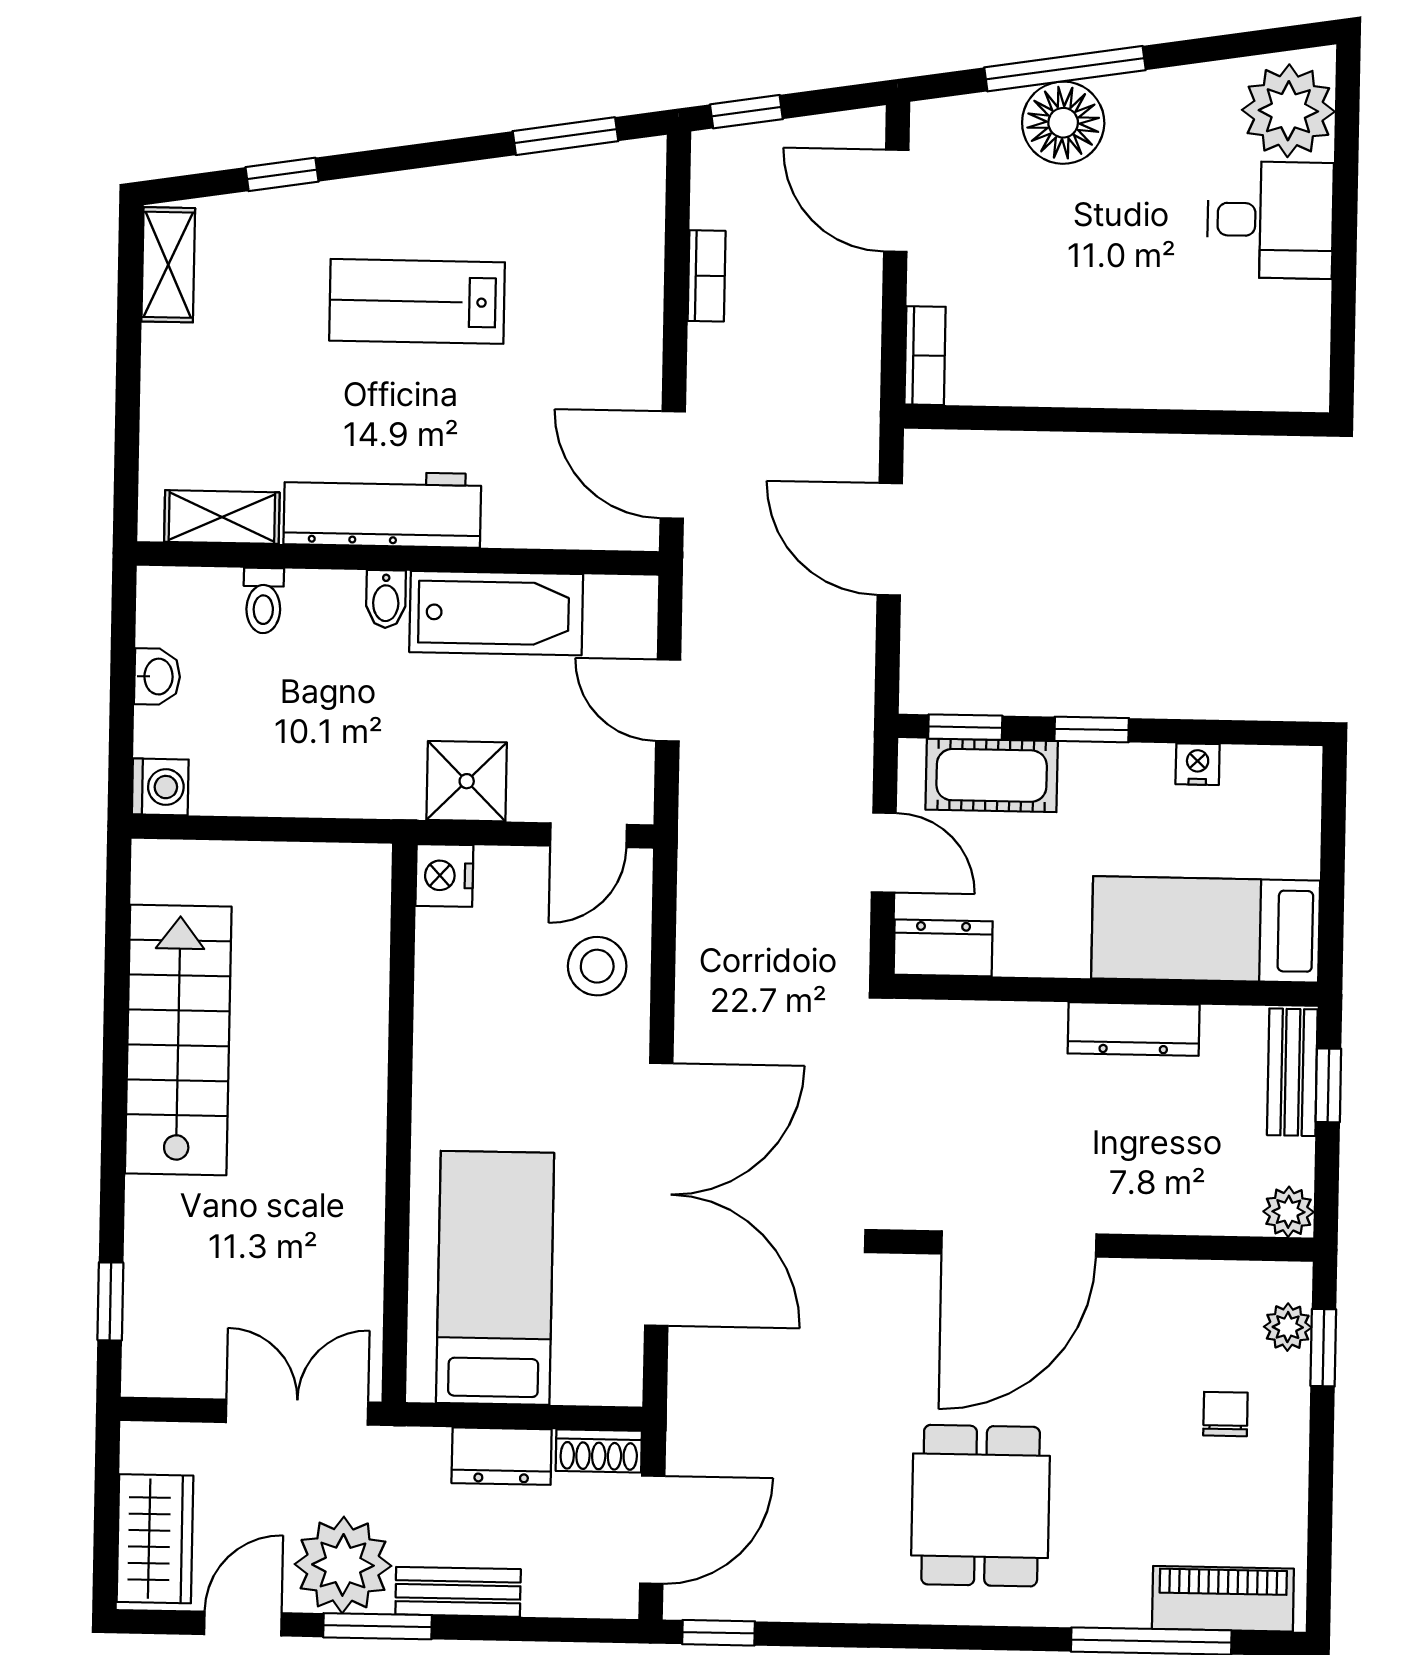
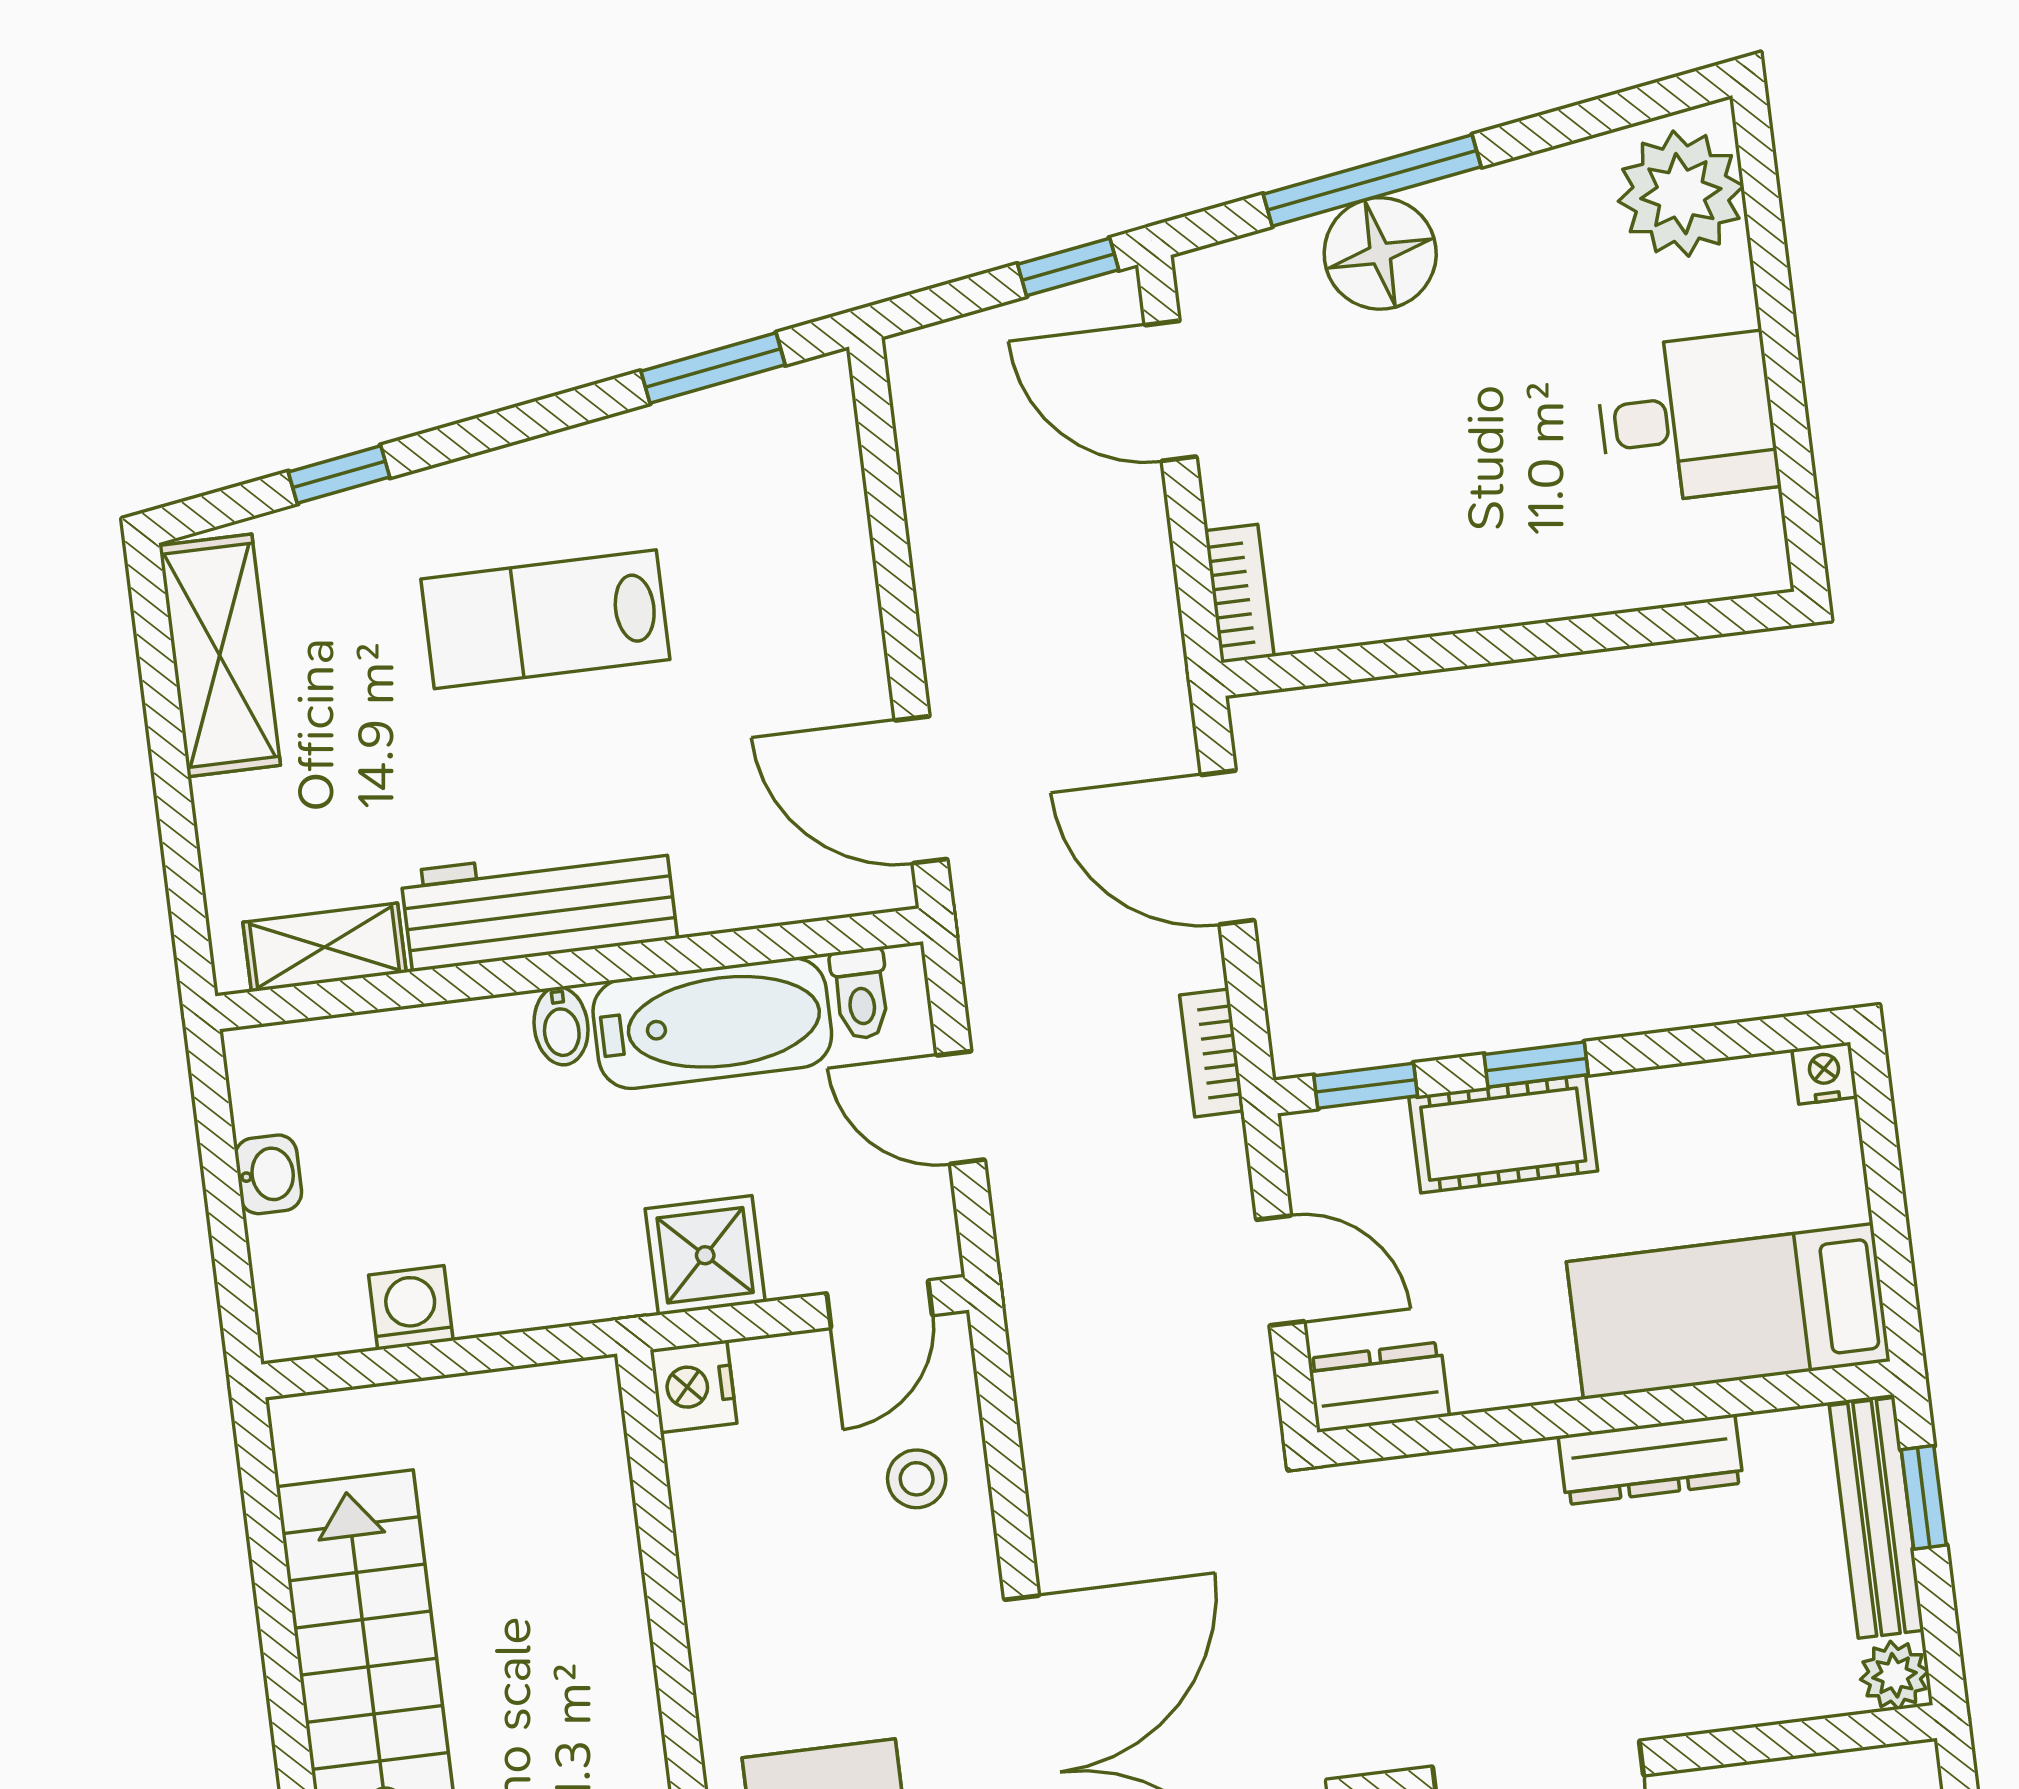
window: (746, 112) -> (1068, 267), moved
desk: (1270, 220) -> (1687, 419), moved
shelving: (168, 265) -> (220, 655), width x1.50, depth x1.33
bookcase: (707, 276) -> (1212, 1053), moved, turned 180
toilet: (263, 601) -> (861, 994), moved
nightstand: (1198, 764) -> (1825, 1073), moved
cot: (992, 775) -> (1503, 1134), moved
washing machine: (160, 787) -> (411, 1308), moved, turned -90
stool: (597, 966) -> (917, 1479), width x0.73, depth x0.73
bench: (1292, 1072) -> (1876, 1518), width x1.36

